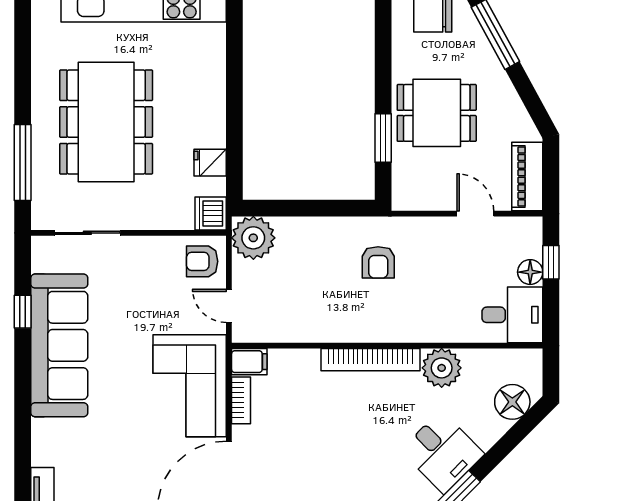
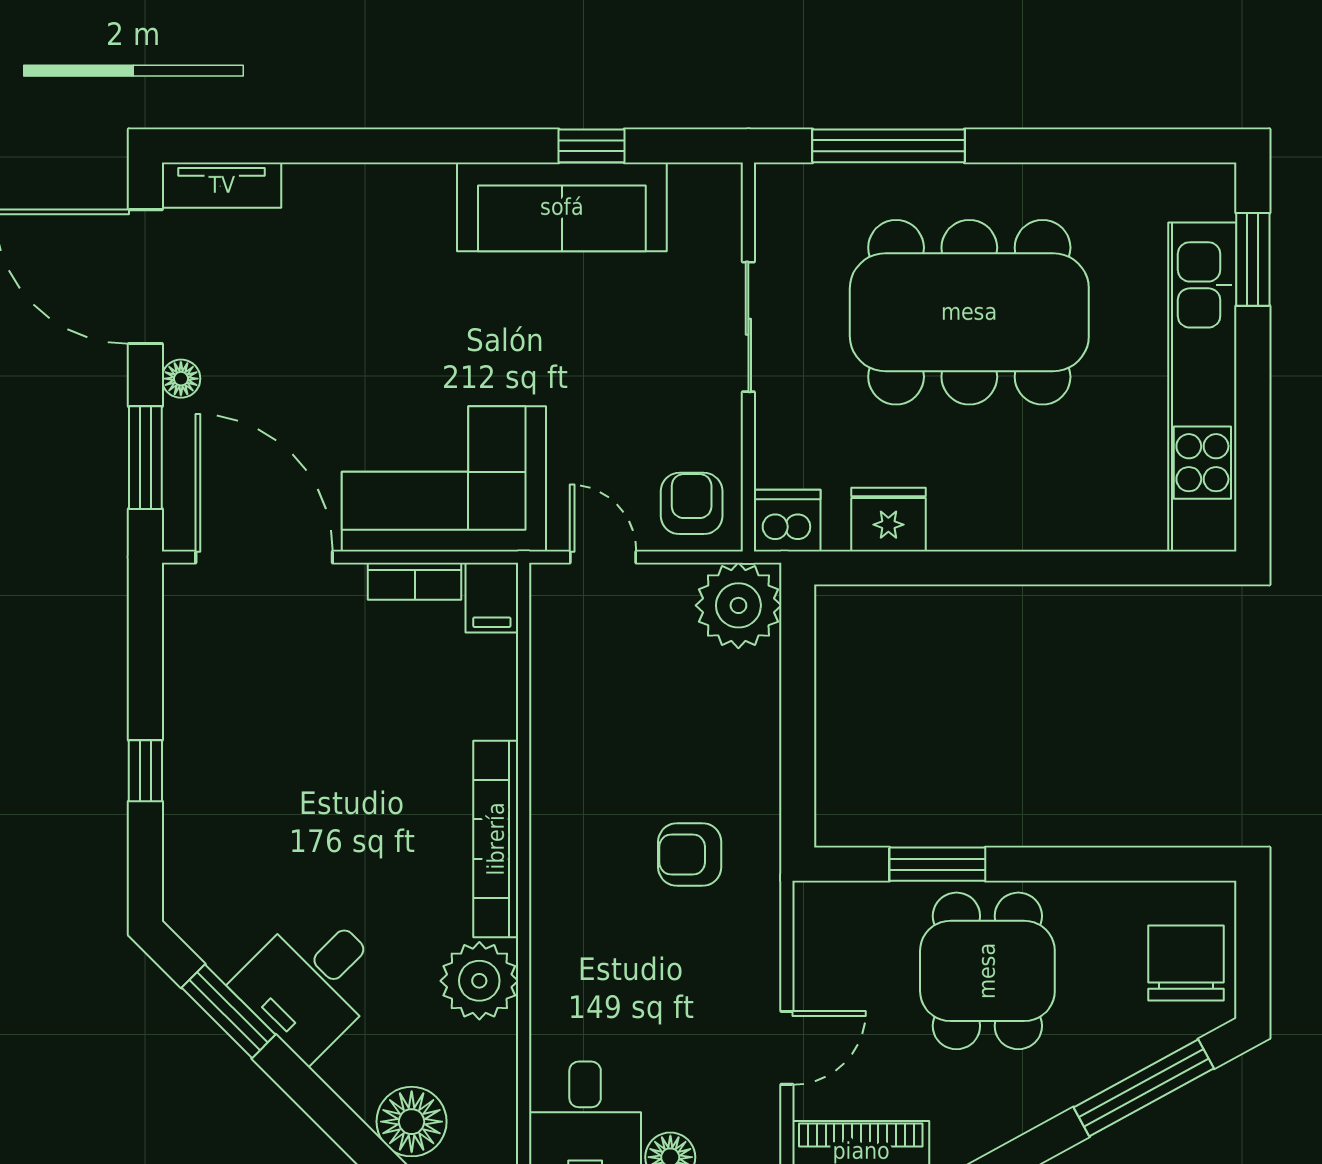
fridge: (210, 163) -> (888, 520), width x1.38
sliding door: (87, 233) -> (748, 327), moved
door: (229, 306) -> (603, 557), hinge flipped
sofa: (59, 345) -> (562, 207), width x0.74, depth x0.79

